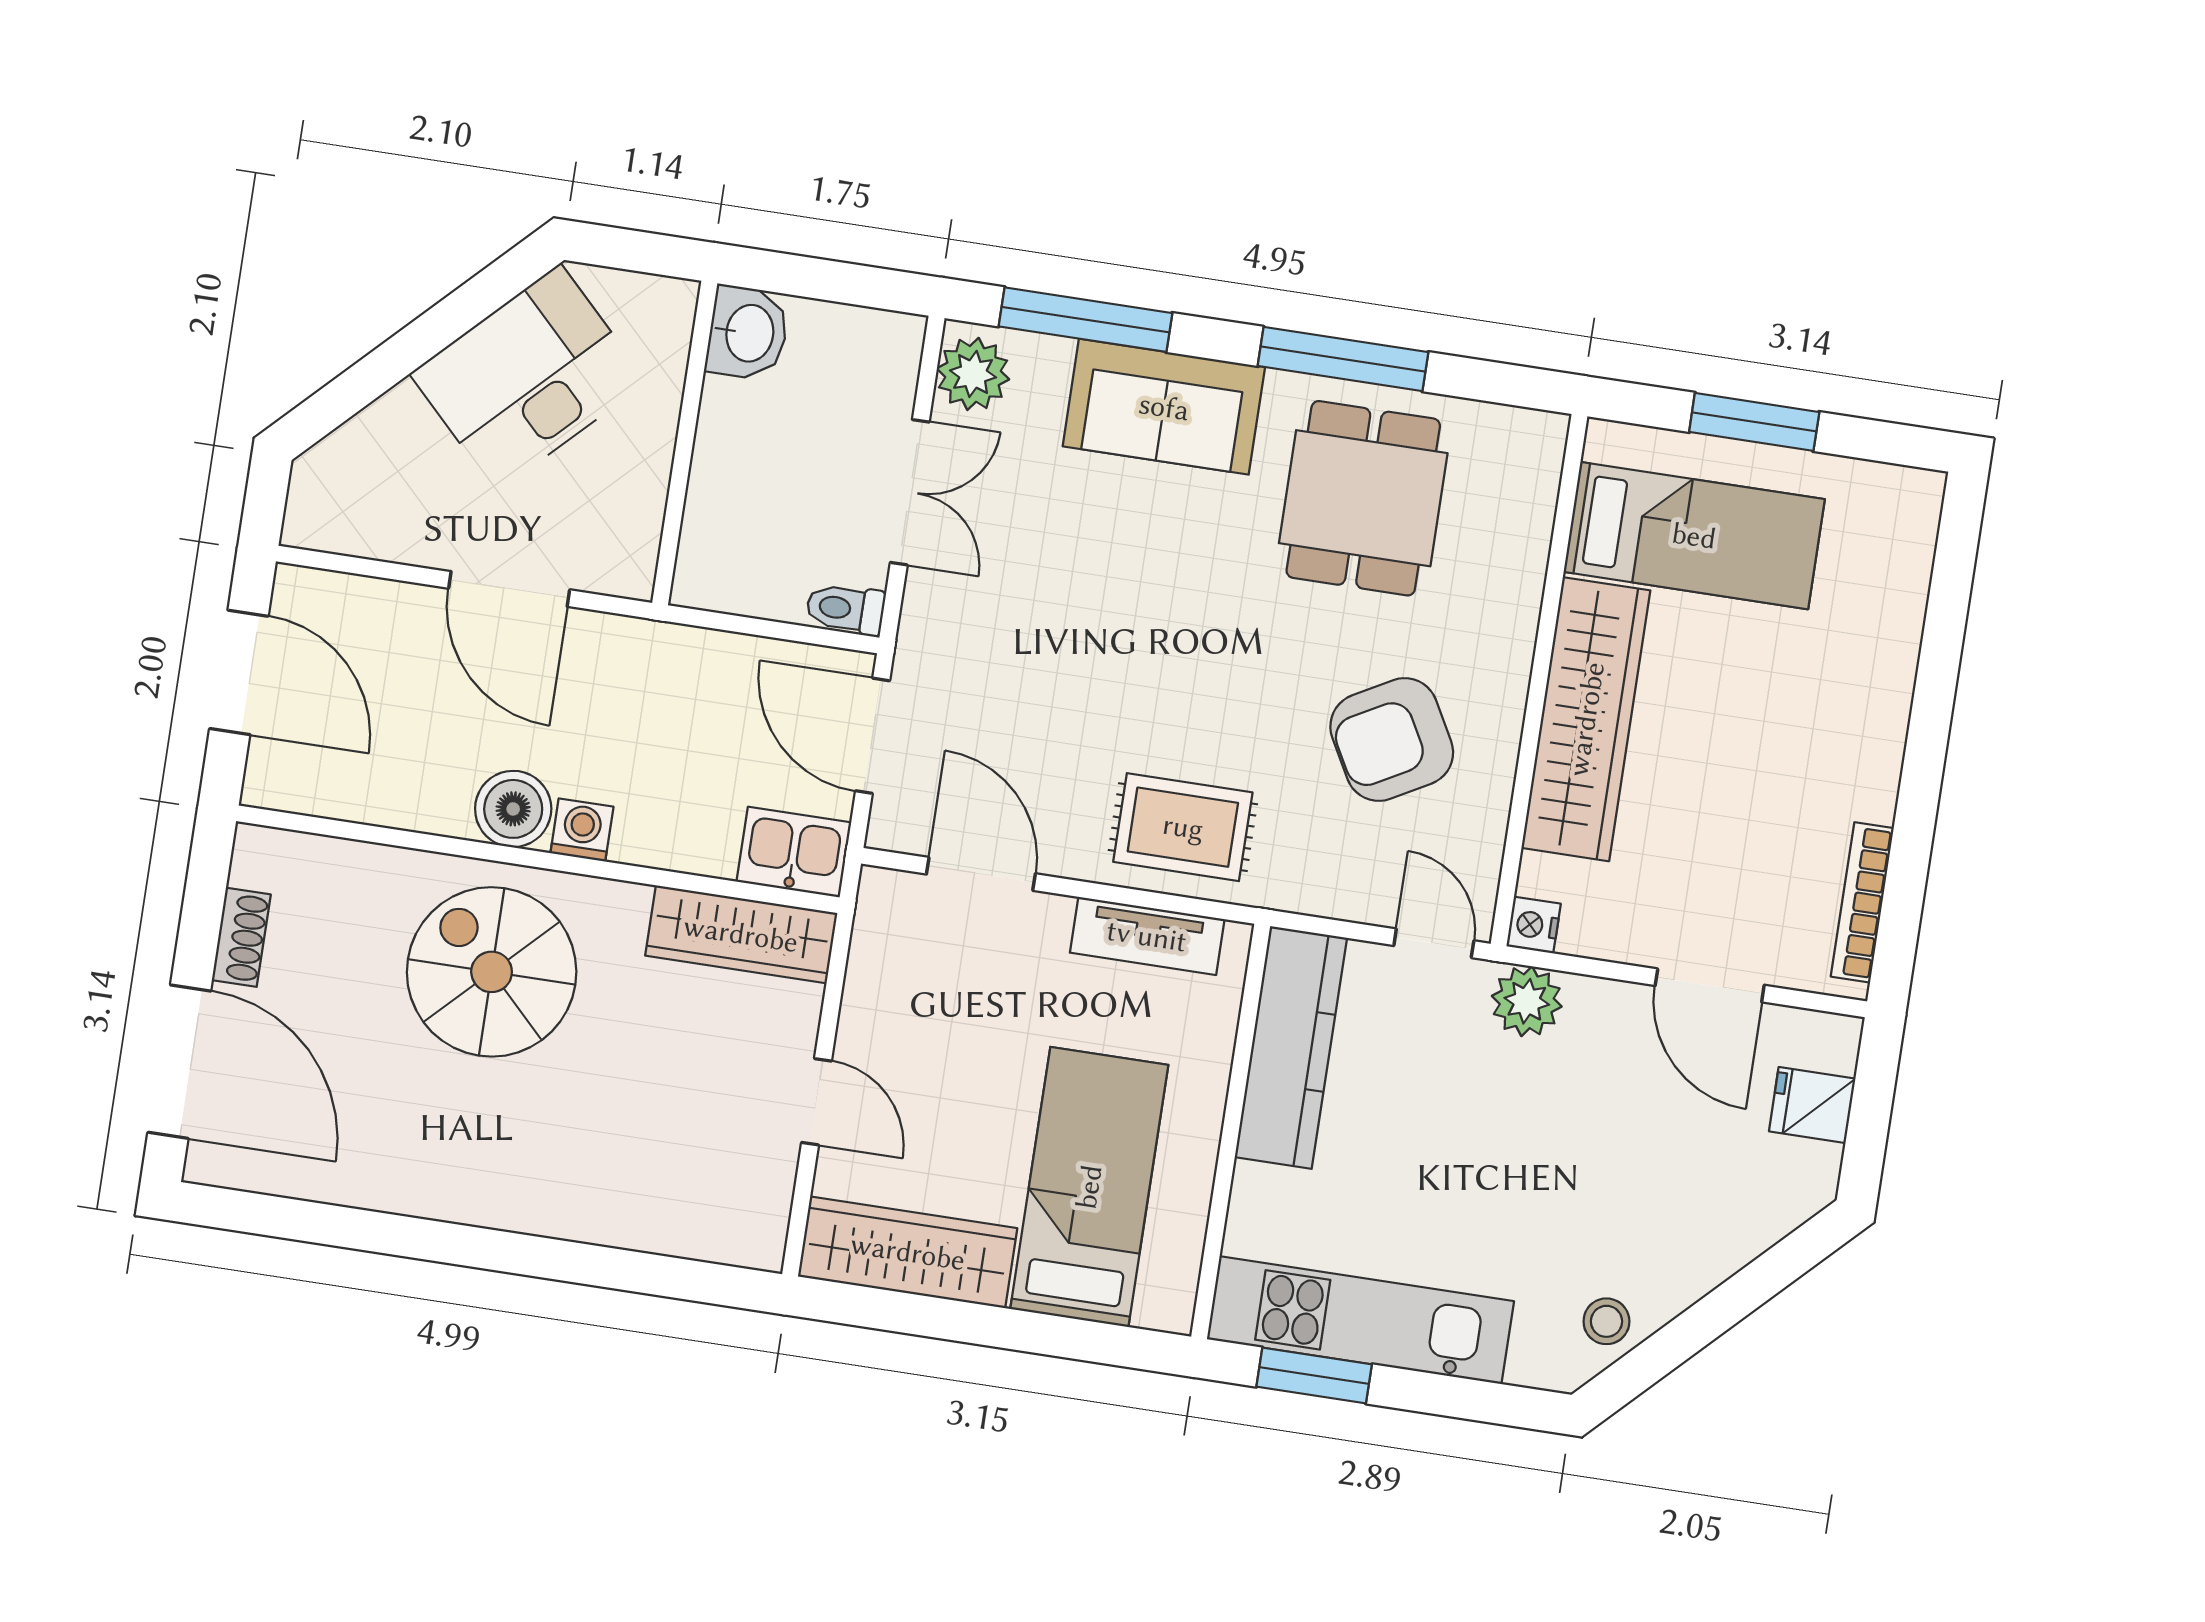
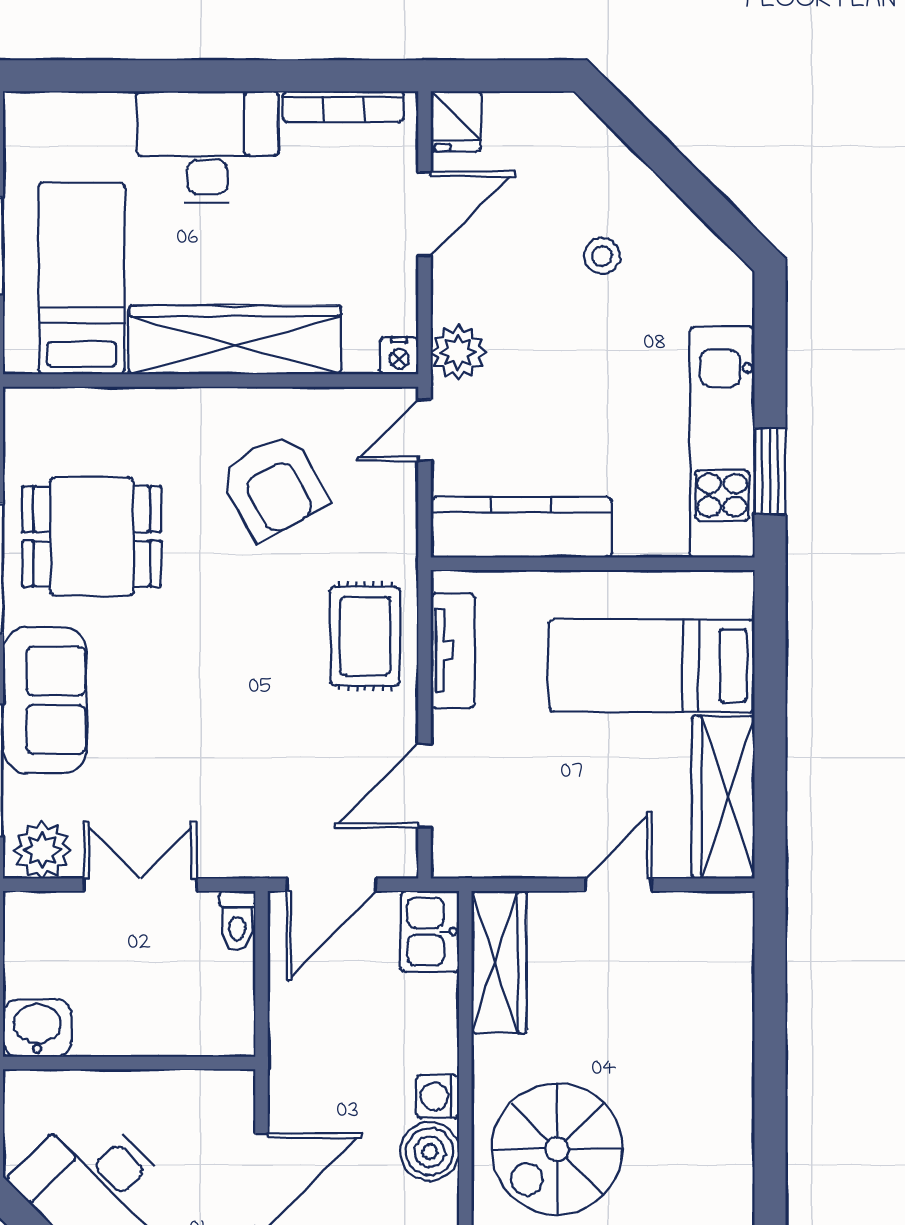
desk: (1837, 722) -> (207, 147), added
fridge: (1812, 1105) -> (456, 121), moved
stool: (1606, 1321) -> (602, 256), moved

